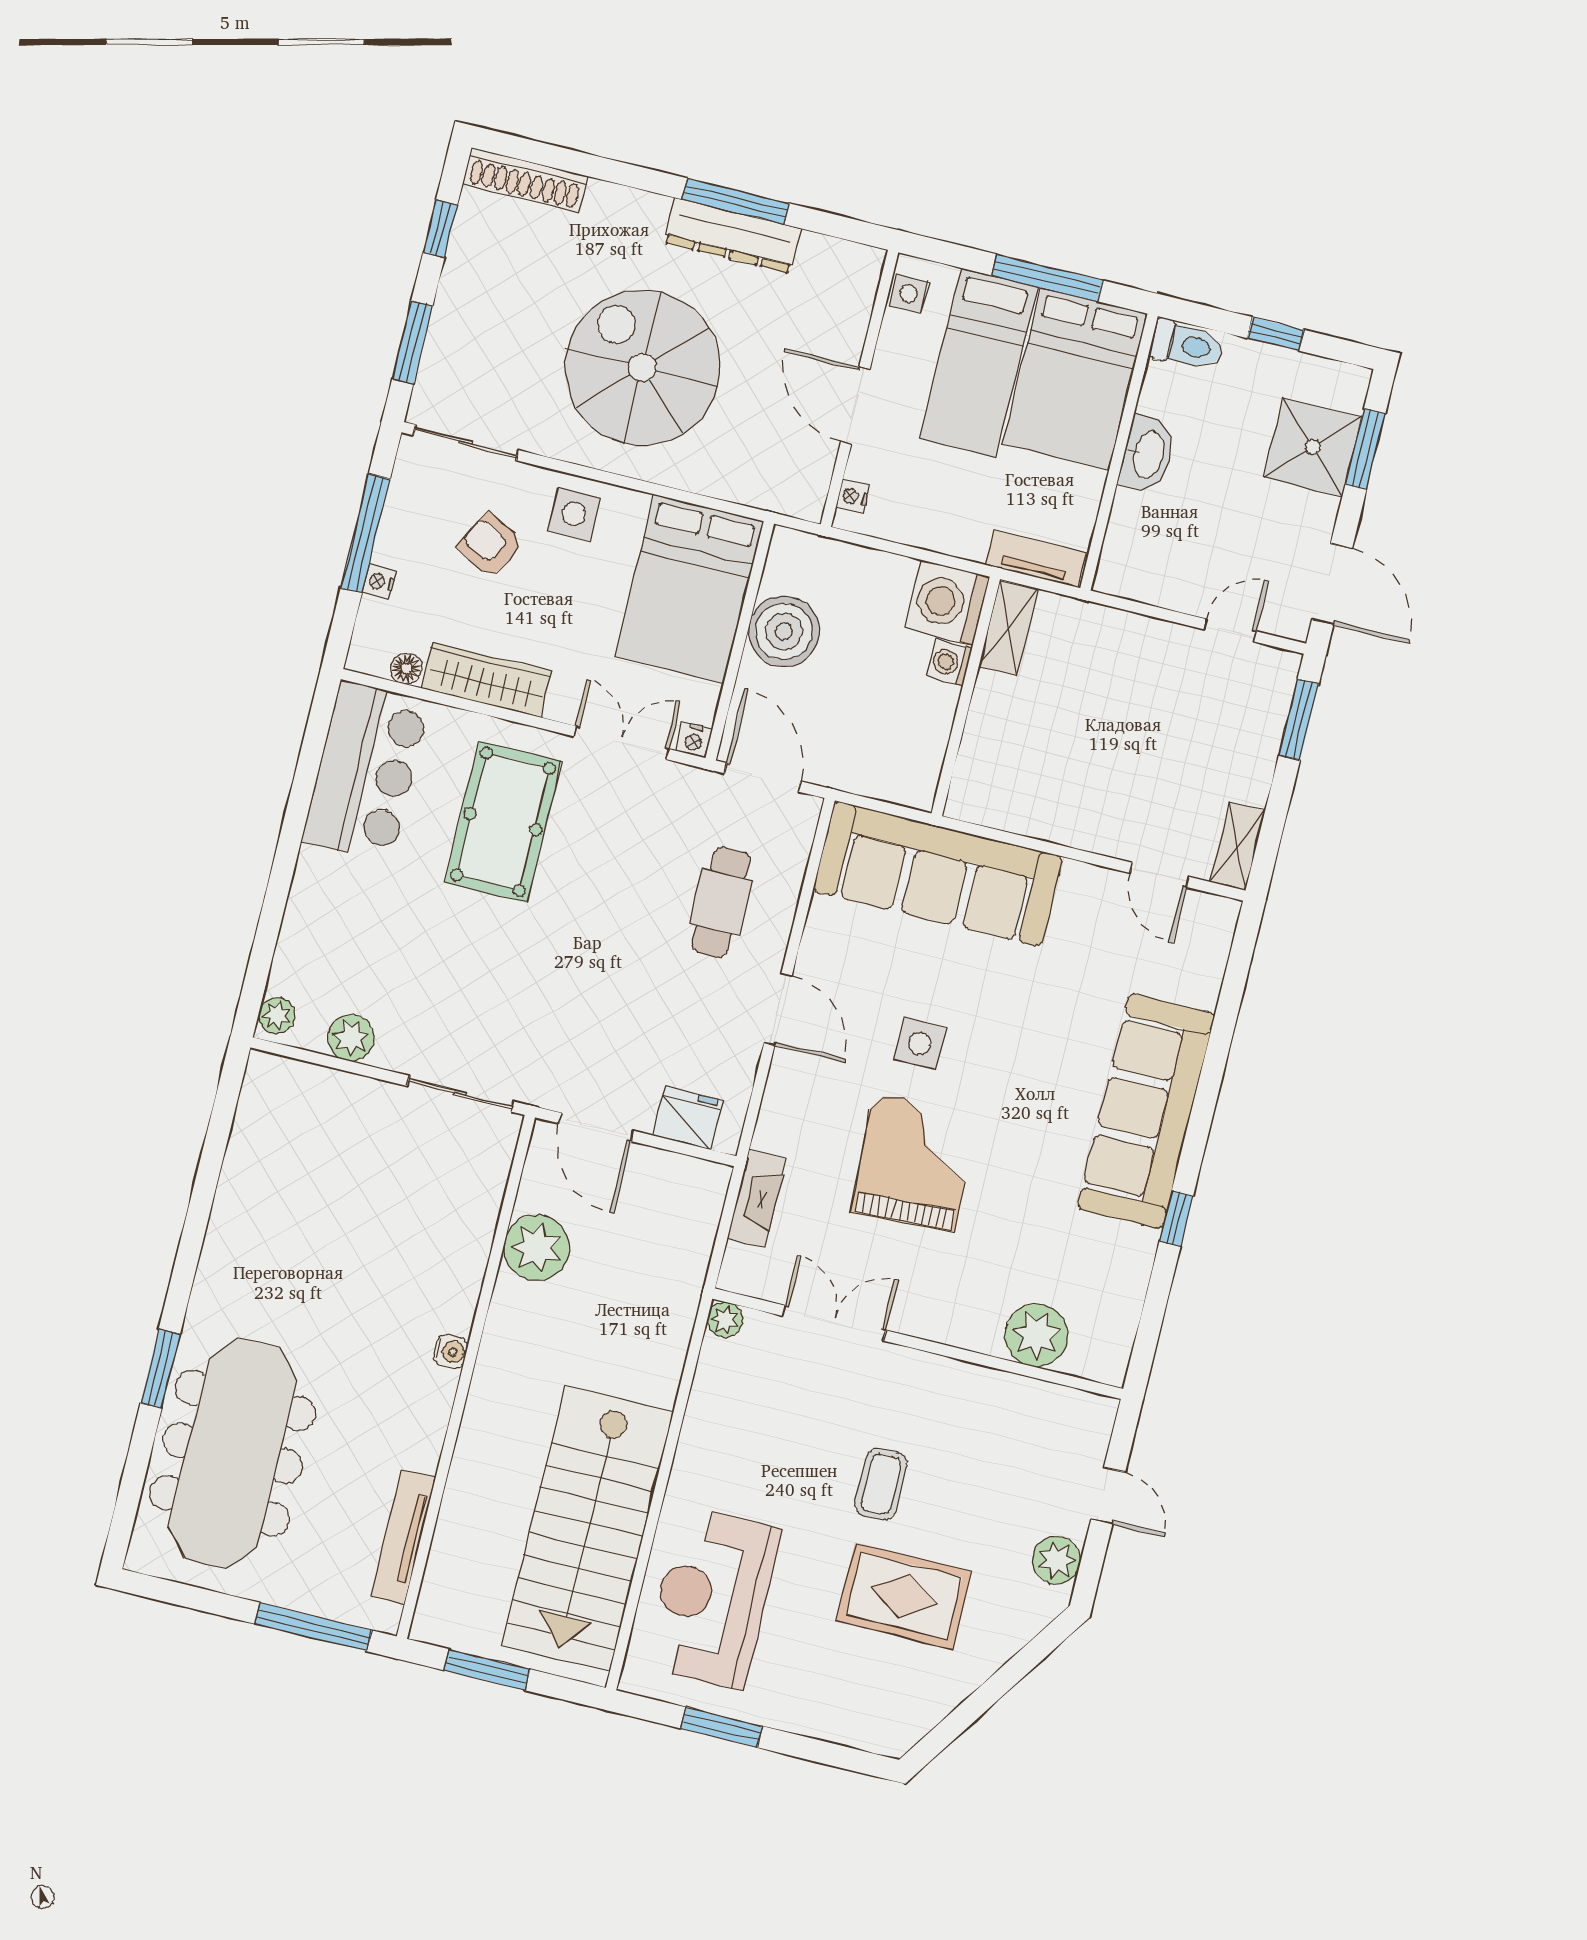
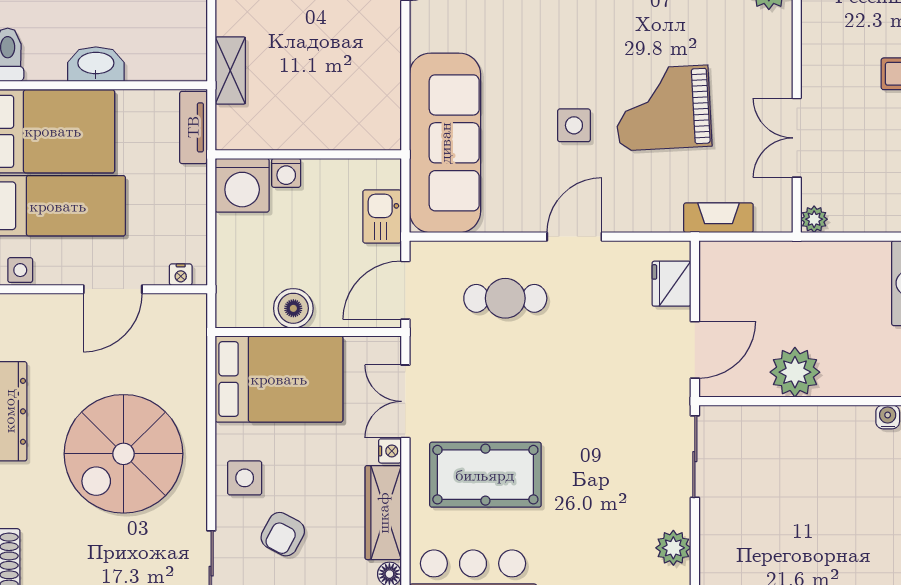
shelving: (1008, 628) -> (230, 70), moved, turned 90
boiler: (784, 631) -> (293, 308), width x0.73, depth x0.73
nightstand: (694, 740) -> (390, 451), moved
kitchen sink: (864, 771) -> (382, 216), added

